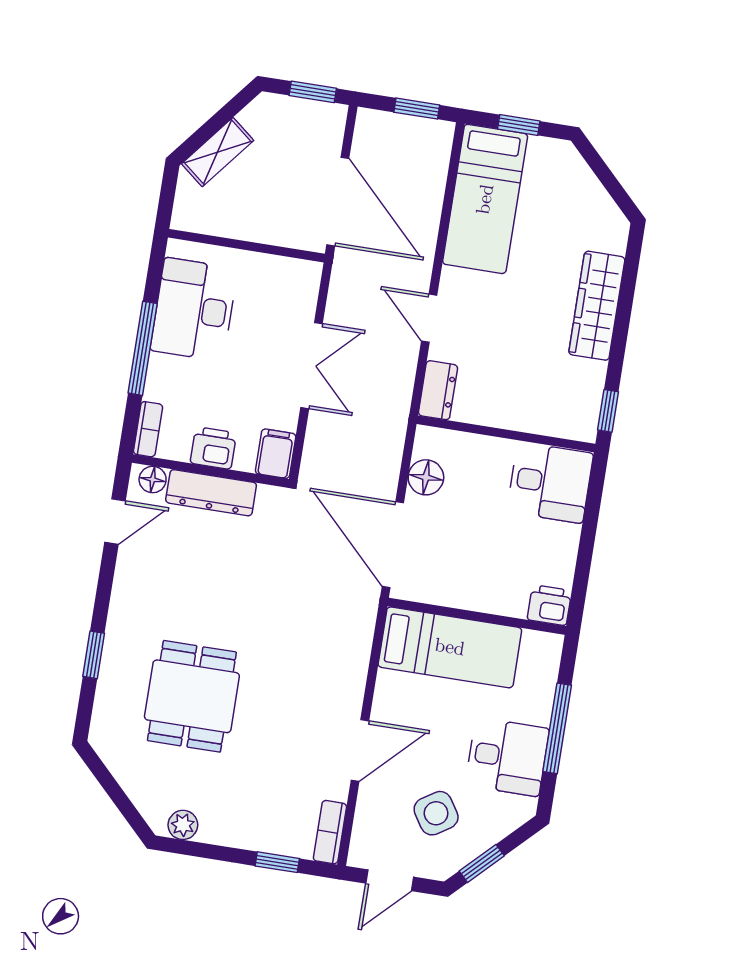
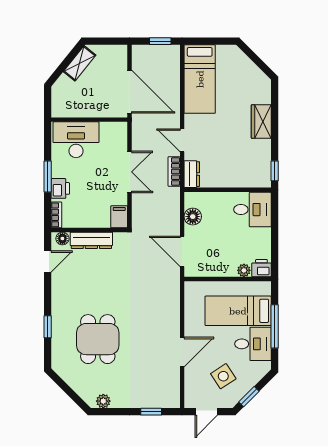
window: (313, 92) -> (109, 41), removed
window: (519, 125) -> (210, 41), removed
shelving: (218, 152) -> (80, 63), moved
wardrobe: (597, 306) -> (261, 122), width x0.67
desk: (194, 309) -> (76, 140), moved, turned 90
window: (143, 348) -> (48, 177), width x0.69
printer: (213, 448) -> (60, 188), moved, turned 90
door: (393, 545) -> (182, 251), width x0.73
plant: (513, 604) -> (244, 270), added
bed: (450, 647) -> (238, 311), moved, turned 180
bookcase: (330, 832) -> (174, 171), moved

